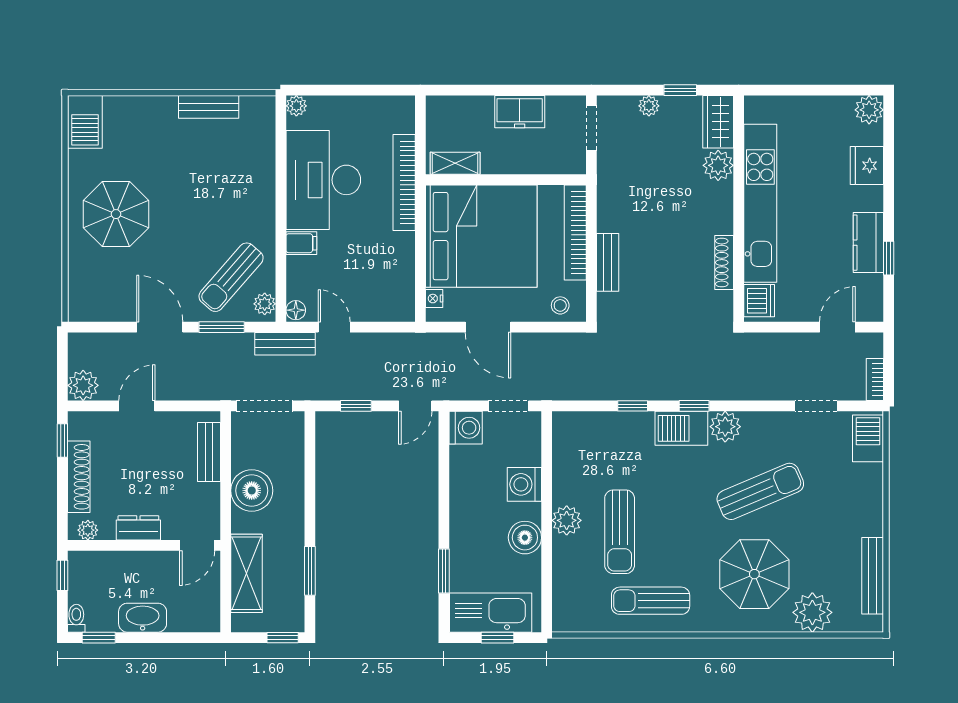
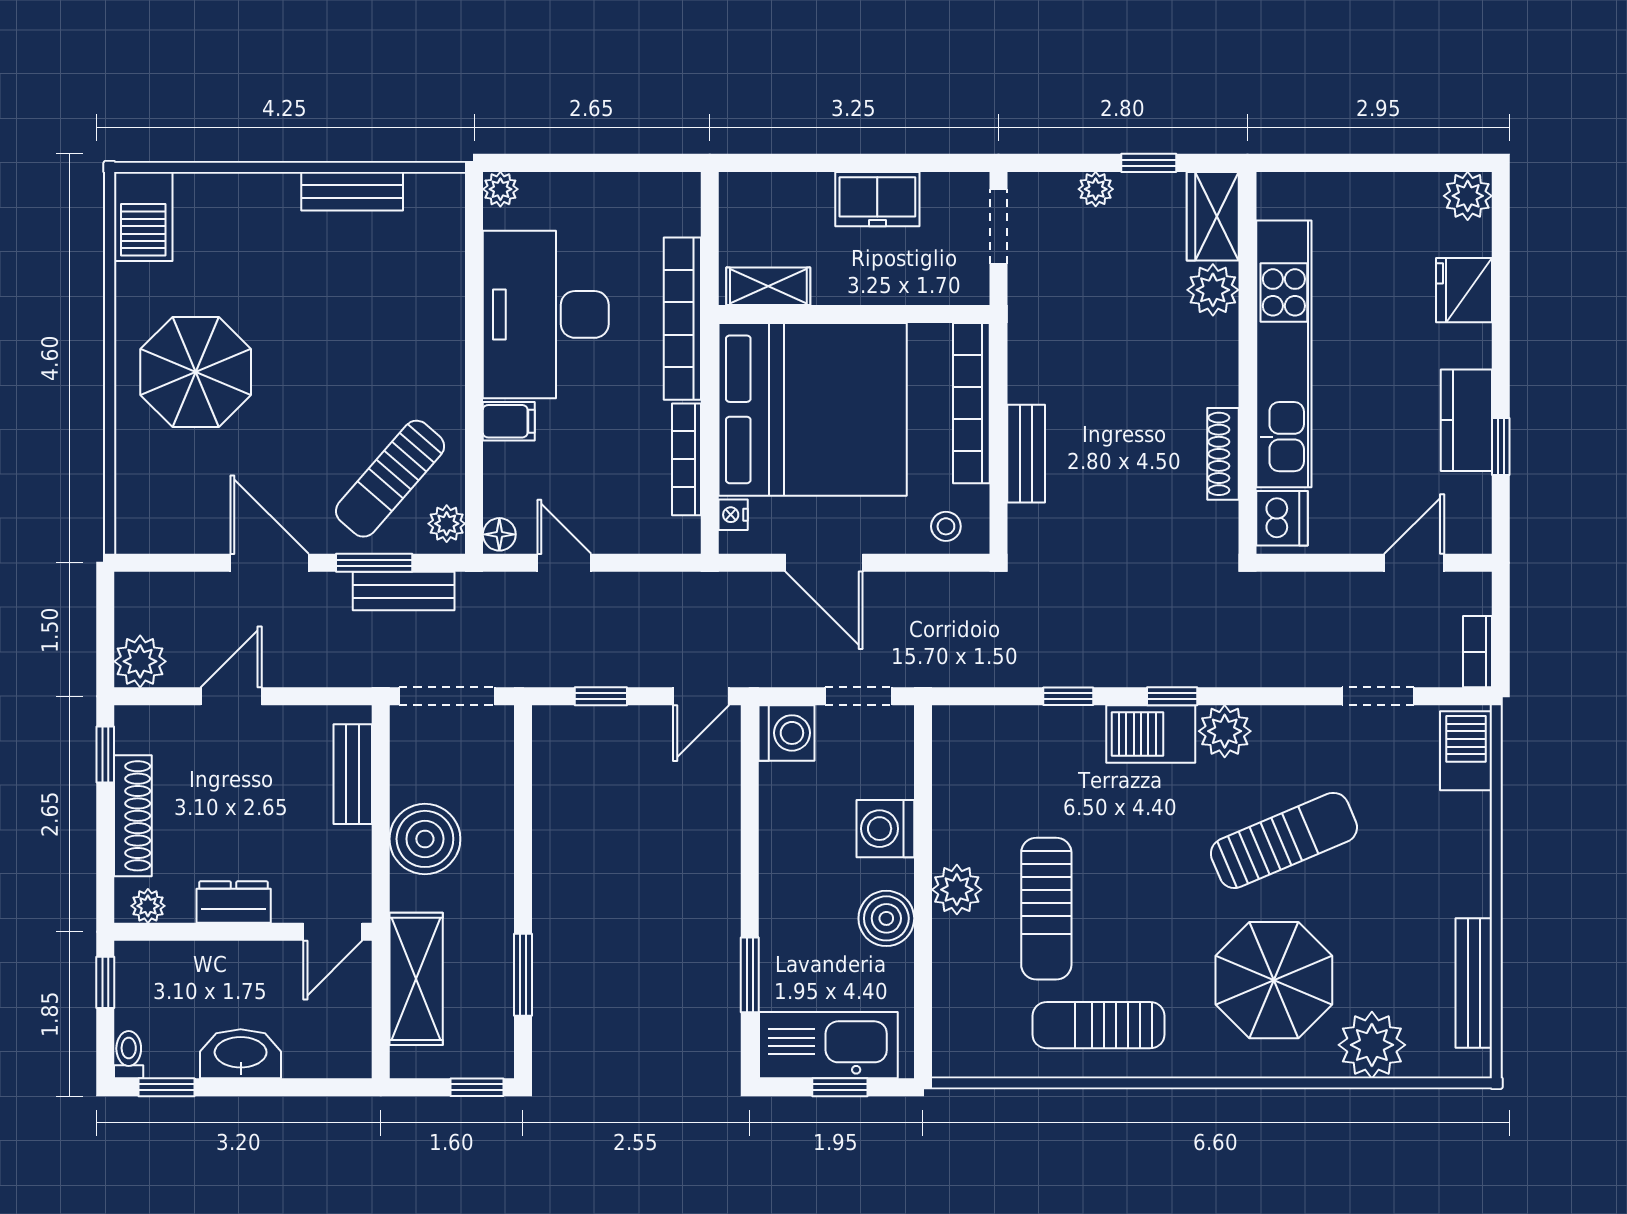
bookcase: (407, 266) -> (686, 459), added
bench: (285, 344) -> (404, 591), moved

